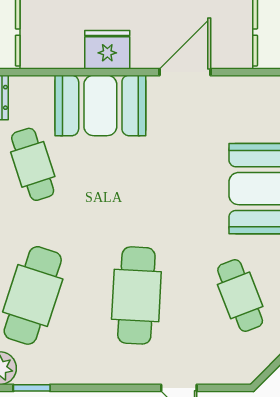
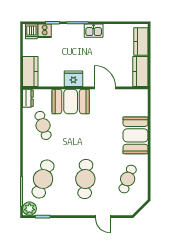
door: (185, 72) -> (105, 88), hinge flipped
cafe table: (240, 295) -> (128, 179), turned 42

